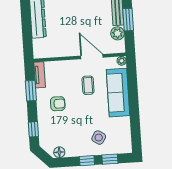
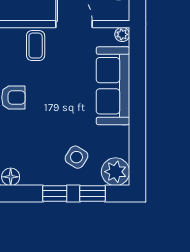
coffee table: (88, 85) -> (36, 46), moved
plant: (123, 145) -> (116, 172), added

